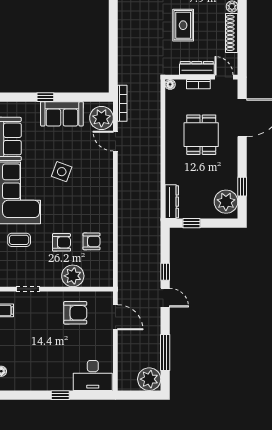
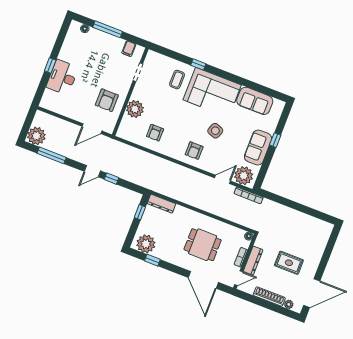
armchair: (61, 242) -> (194, 151), moved
desk: (93, 375) -> (62, 77), moved

